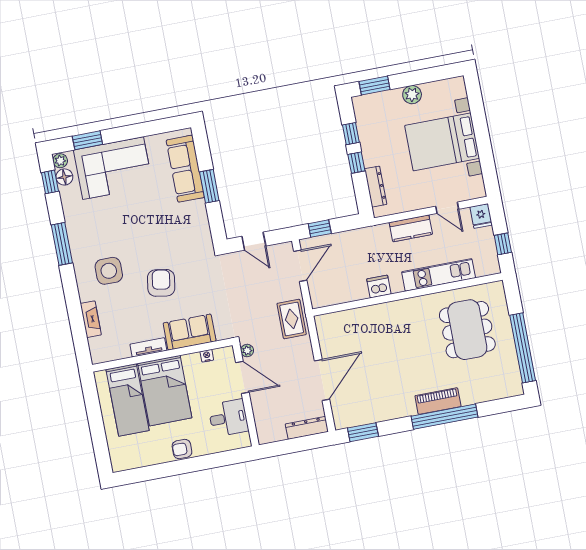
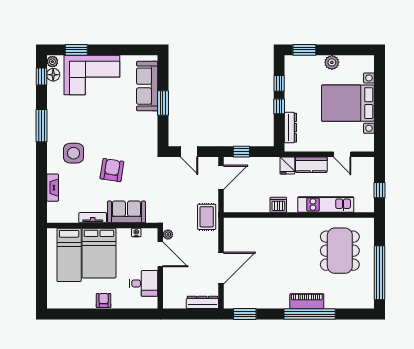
fridge: (481, 216) -> (287, 166), moved
armchair: (182, 449) -> (104, 300), turned 90

